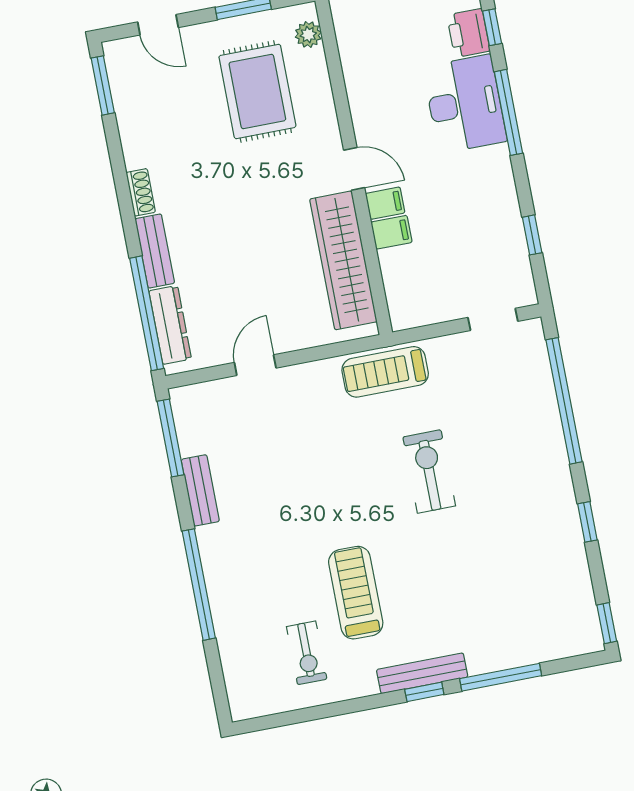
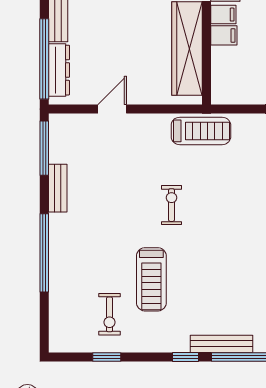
treadmill: (385, 372) -> (201, 131), turned 180
exercise bike: (429, 471) -> (172, 205), moved, width x0.73, depth x0.72
treadmill: (356, 593) -> (151, 279), turned 180
bench: (422, 673) -> (221, 344), moved
window: (314, 713) -> (107, 357), added

